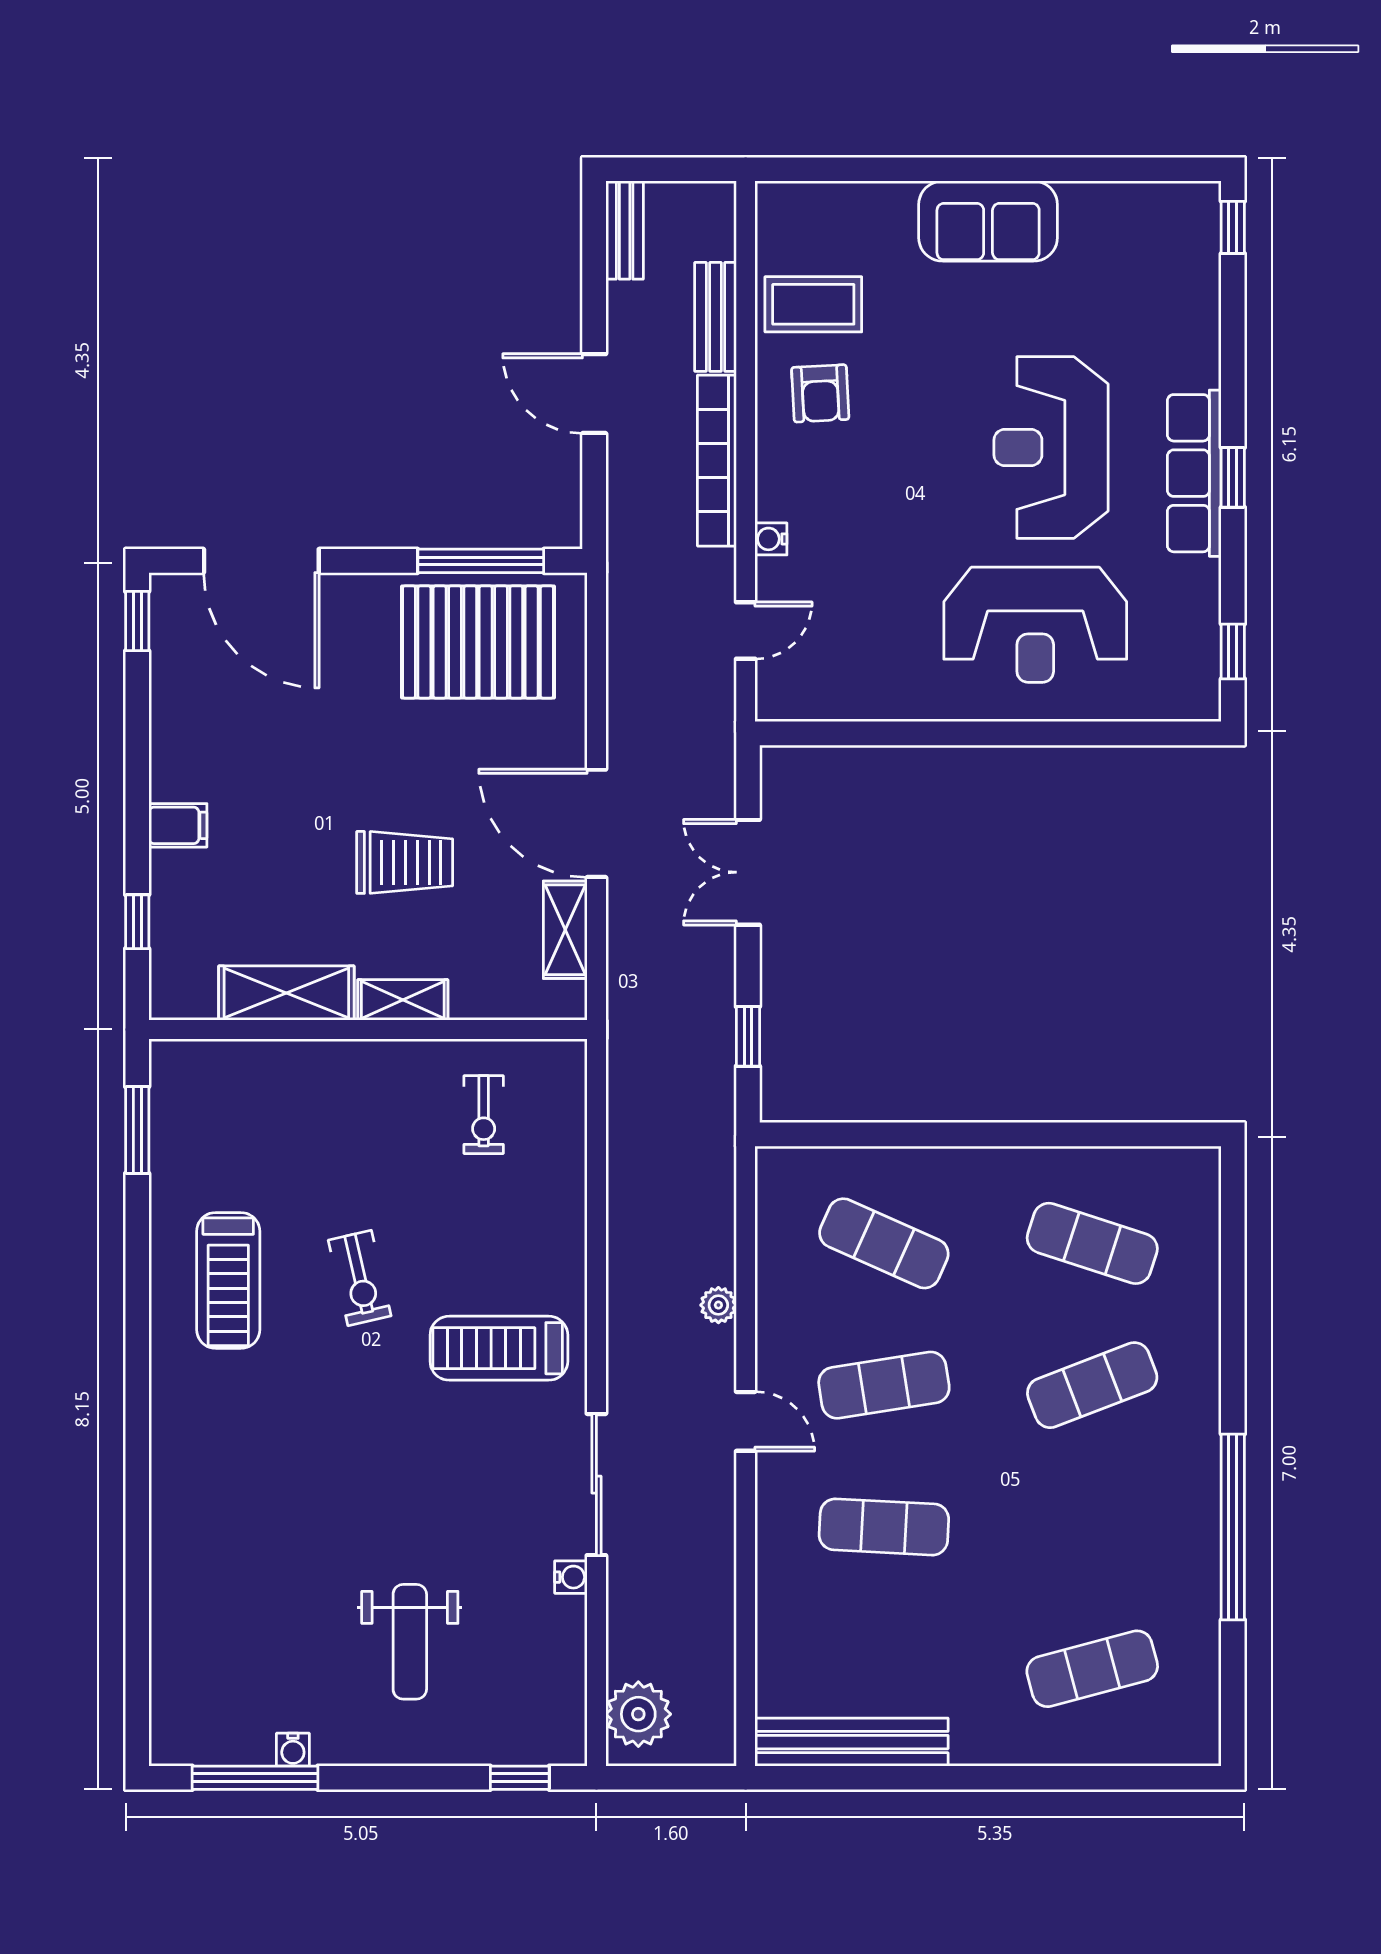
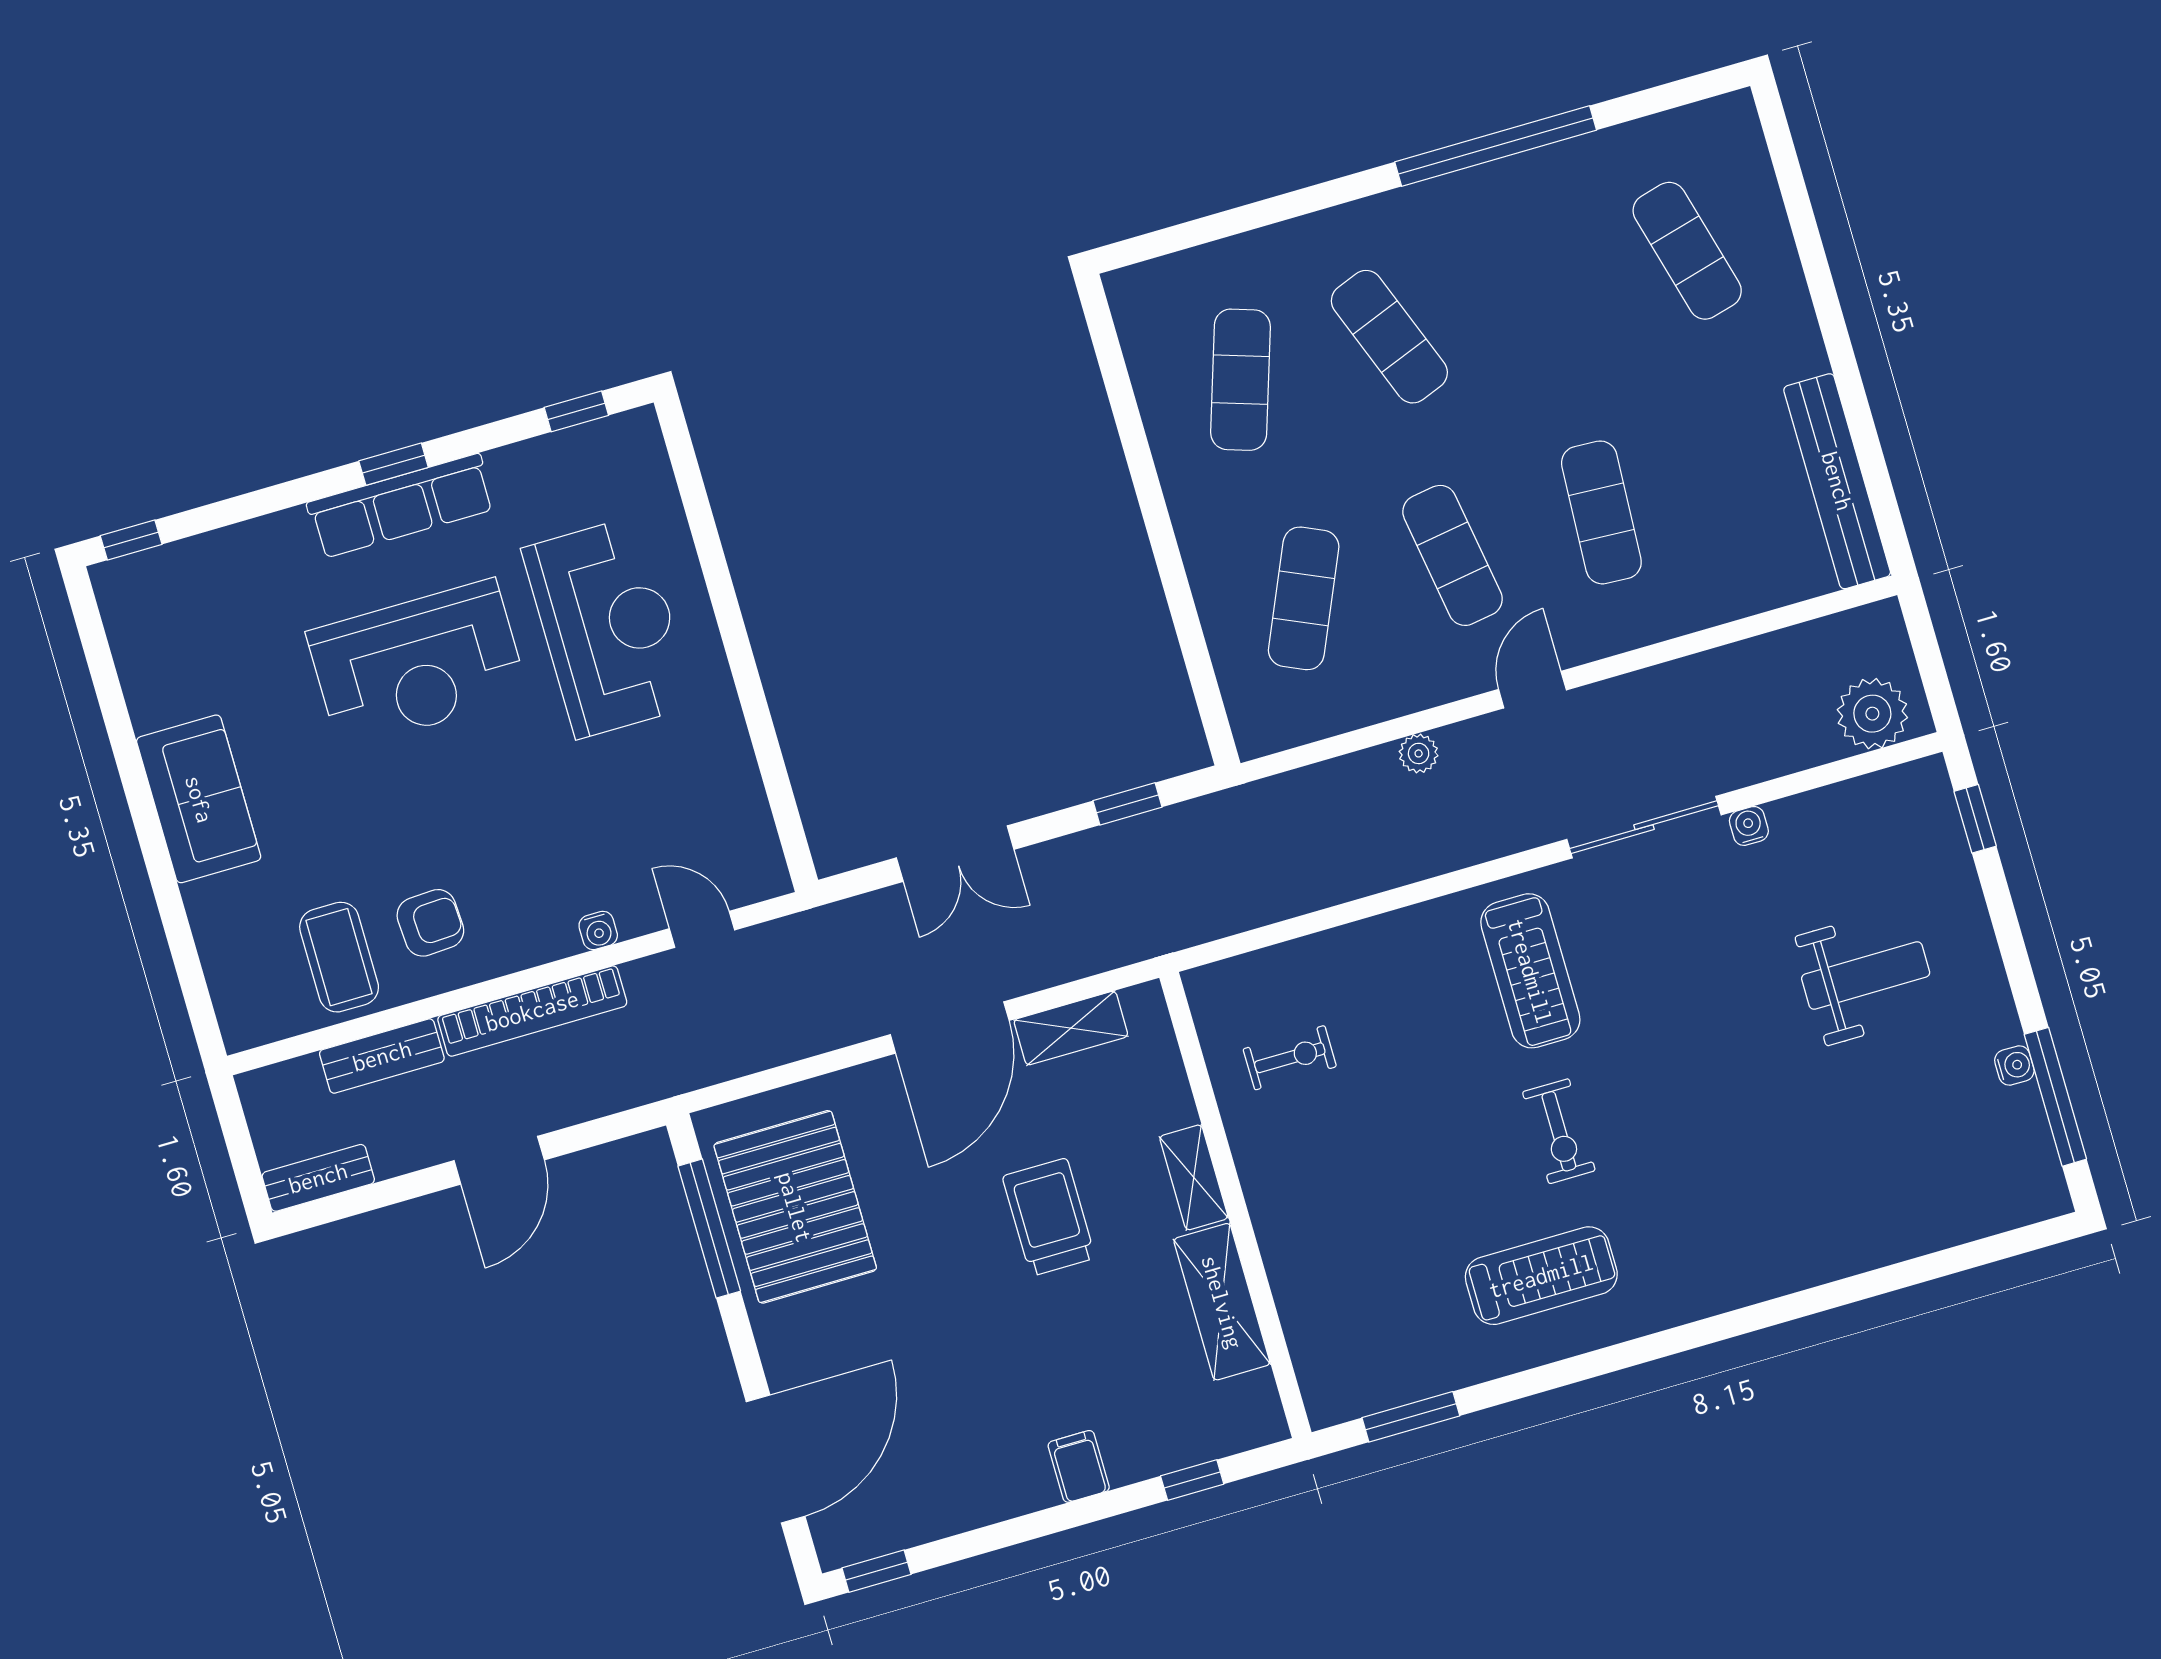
exercise bike: (360, 1278) -> (1559, 1131), moved, turned 103

